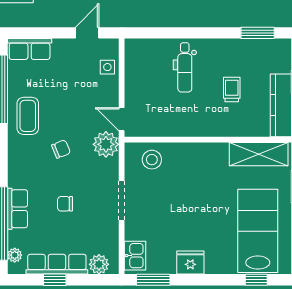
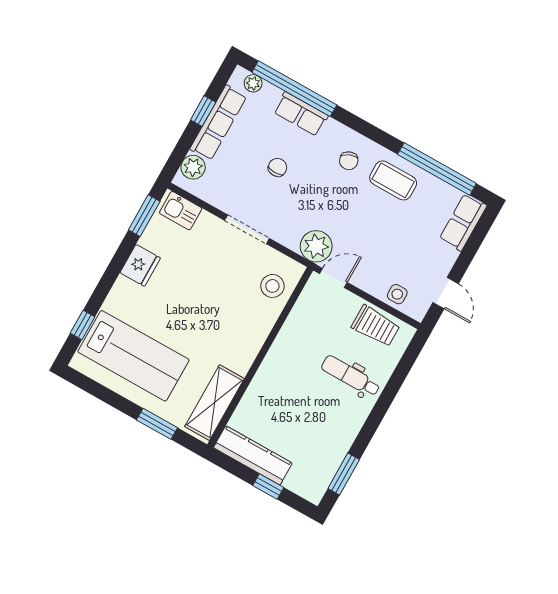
trolley: (232, 89) -> (376, 326), moved, width x1.36, depth x1.39
chair: (61, 149) -> (349, 161), moved

